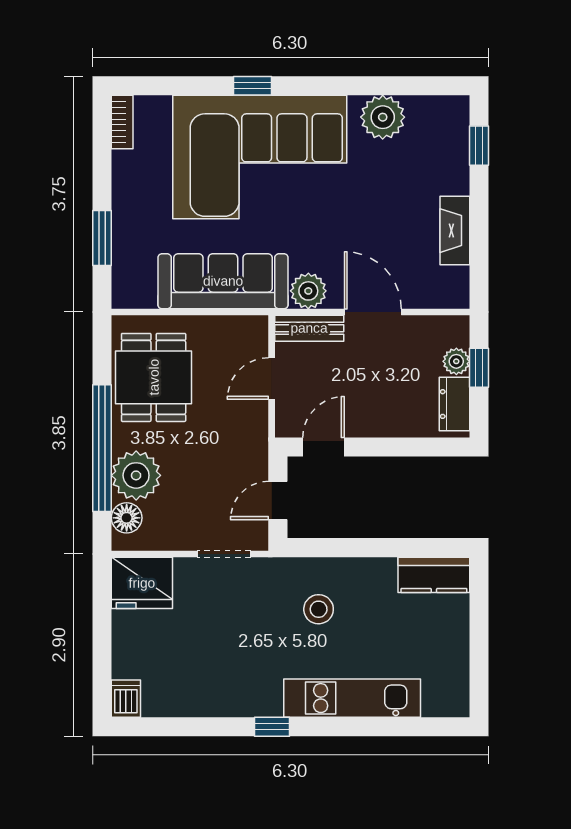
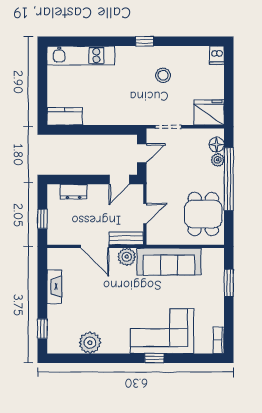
corner sofa: (260, 157) -> (162, 331), width x0.73, depth x0.74
plant: (456, 361) -> (54, 222), removed
dresser: (454, 404) -> (74, 192), moved, turned 90
plant: (136, 475) -> (218, 160), width x0.53, depth x0.53
stool: (319, 609) -> (163, 75), moved
kitchen unit: (352, 698) -> (81, 56), moved

